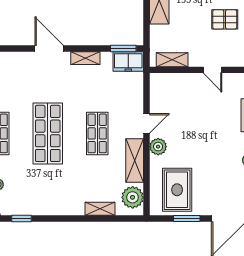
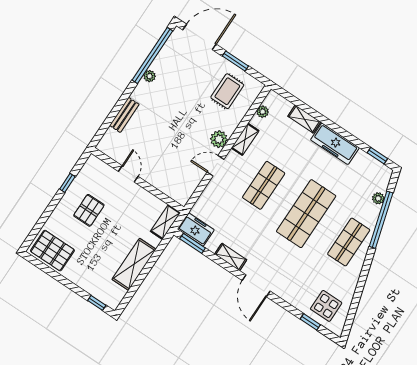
pallet: (225, 19) -> (89, 210), turned 90
shelving: (172, 60) -> (165, 222), moved, turned 90
shelving: (135, 161) -> (245, 139), width x0.67, depth x0.75
rug: (177, 190) -> (227, 91), width x0.73, depth x0.70
plant: (133, 197) -> (263, 112), width x0.53, depth x0.53
freezer: (62, 205) -> (335, 144), added

